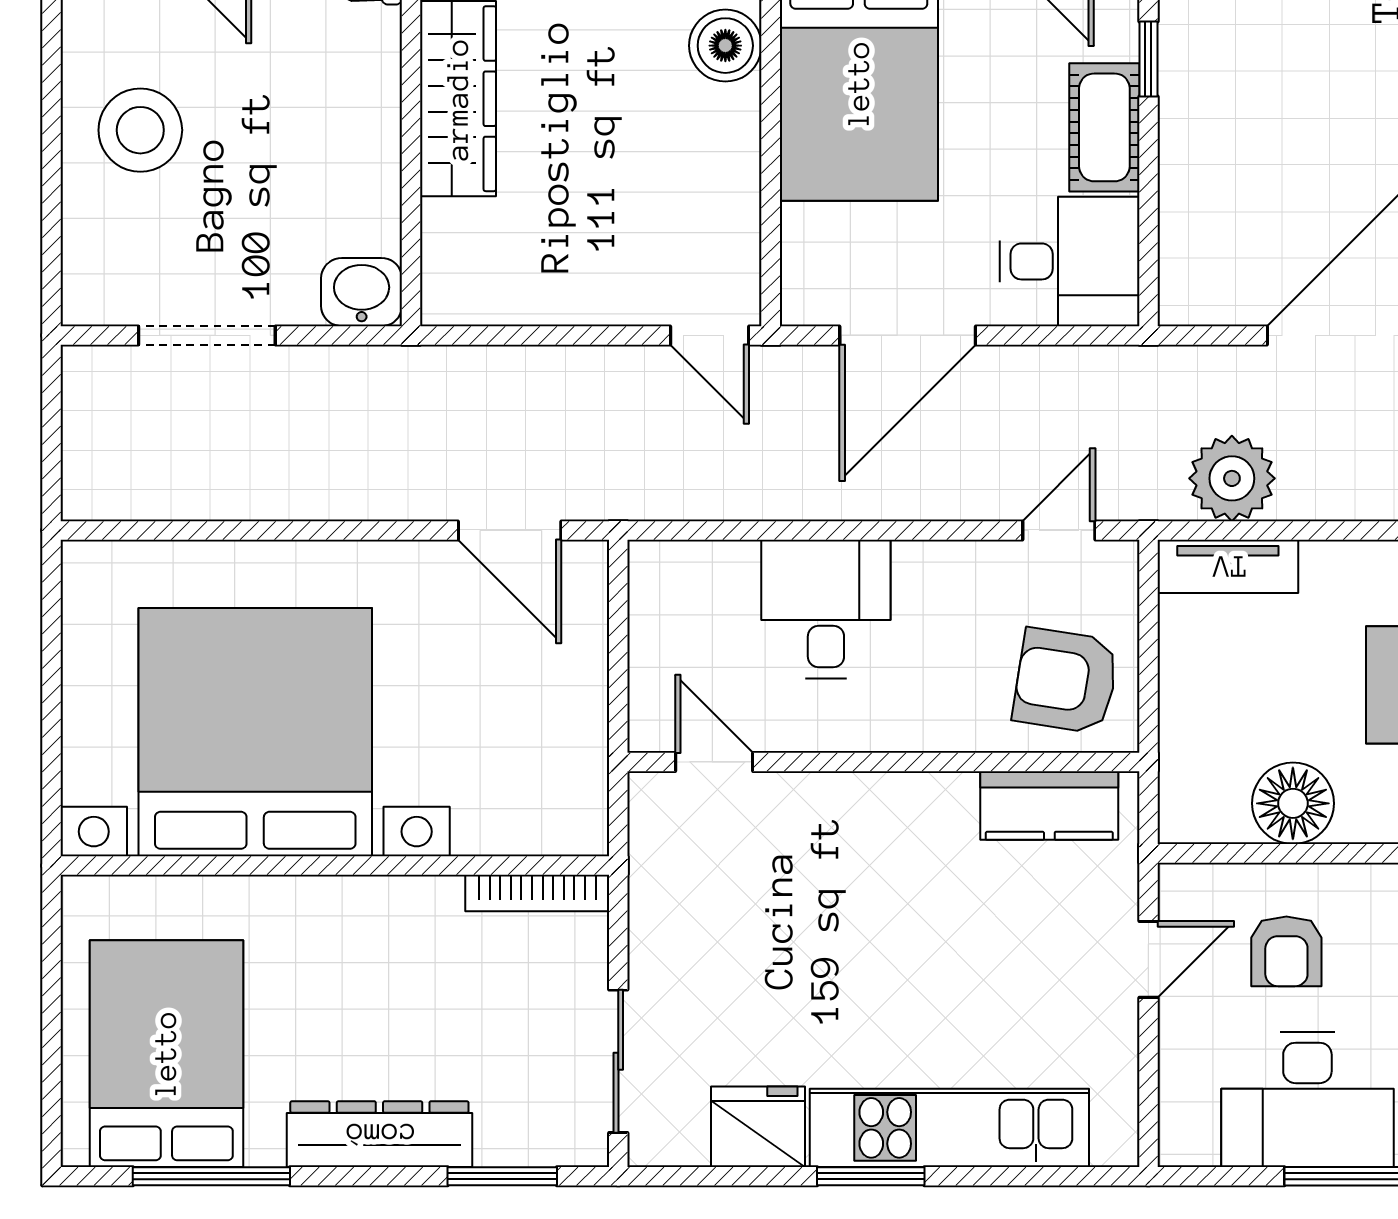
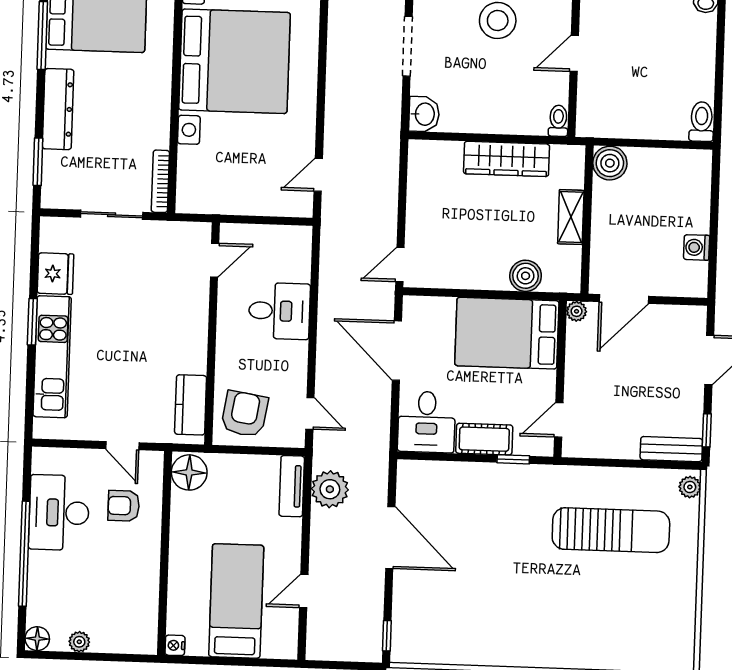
door: (510, 530) -> (318, 175), width x0.73
floor lamp: (1293, 803) -> (189, 472), moved
sliding door: (618, 1061) -> (112, 215), moved

